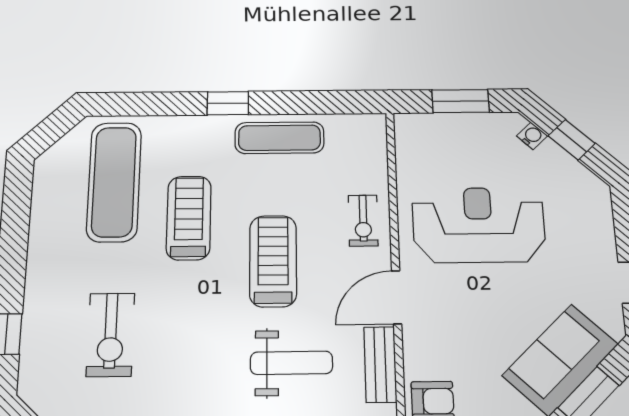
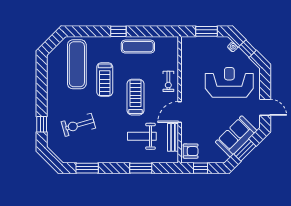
treadmill: (189, 218) -> (105, 80), turned 180
reception desk: (479, 225) -> (229, 82), moved
exercise bike: (111, 335) -> (78, 125), turned 74
weight bench: (291, 363) -> (142, 136), turned 180

